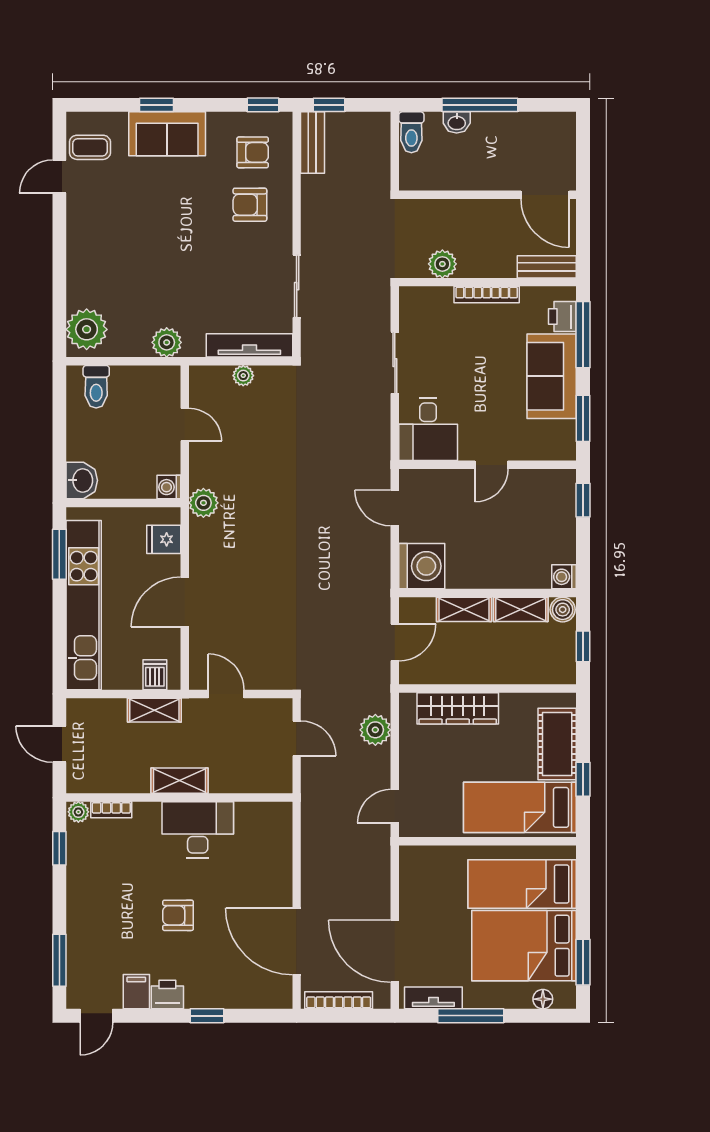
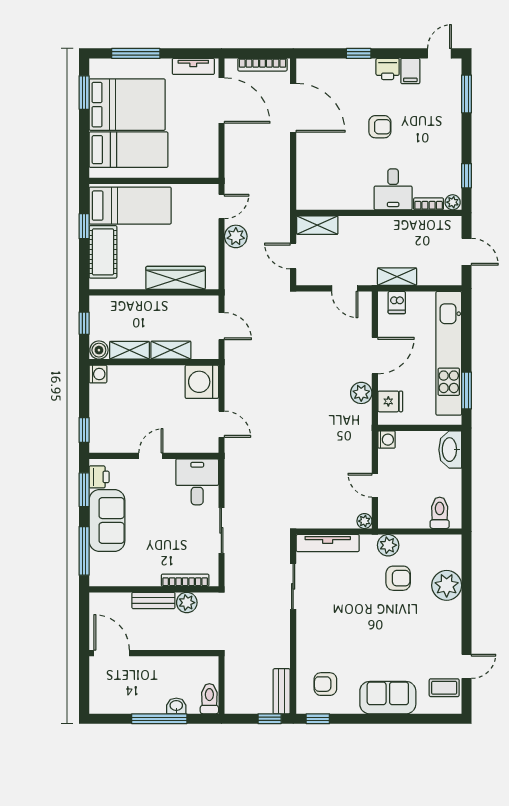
window: (157, 105) -> (396, 719), removed
armchair: (250, 205) -> (398, 578), moved
bench: (547, 267) -> (153, 600), moved
bookcase: (487, 295) -> (185, 580), moved
printer: (562, 317) -> (99, 477), moved
plant: (87, 329) -> (447, 585), moved
plant: (243, 376) -> (364, 521), moved
washbasin: (82, 480) -> (450, 450), width x1.38
plant: (203, 503) -> (361, 393), moved
door: (395, 642) -> (221, 326), swing flipped
plant: (375, 730) -> (236, 236), moved
shelving: (179, 781) -> (317, 225), moved
desk: (198, 830) -> (393, 189), moved, width x0.73
floor lamp: (543, 999) -> (113, 66), removed
window: (471, 1016) -> (136, 53), moved

